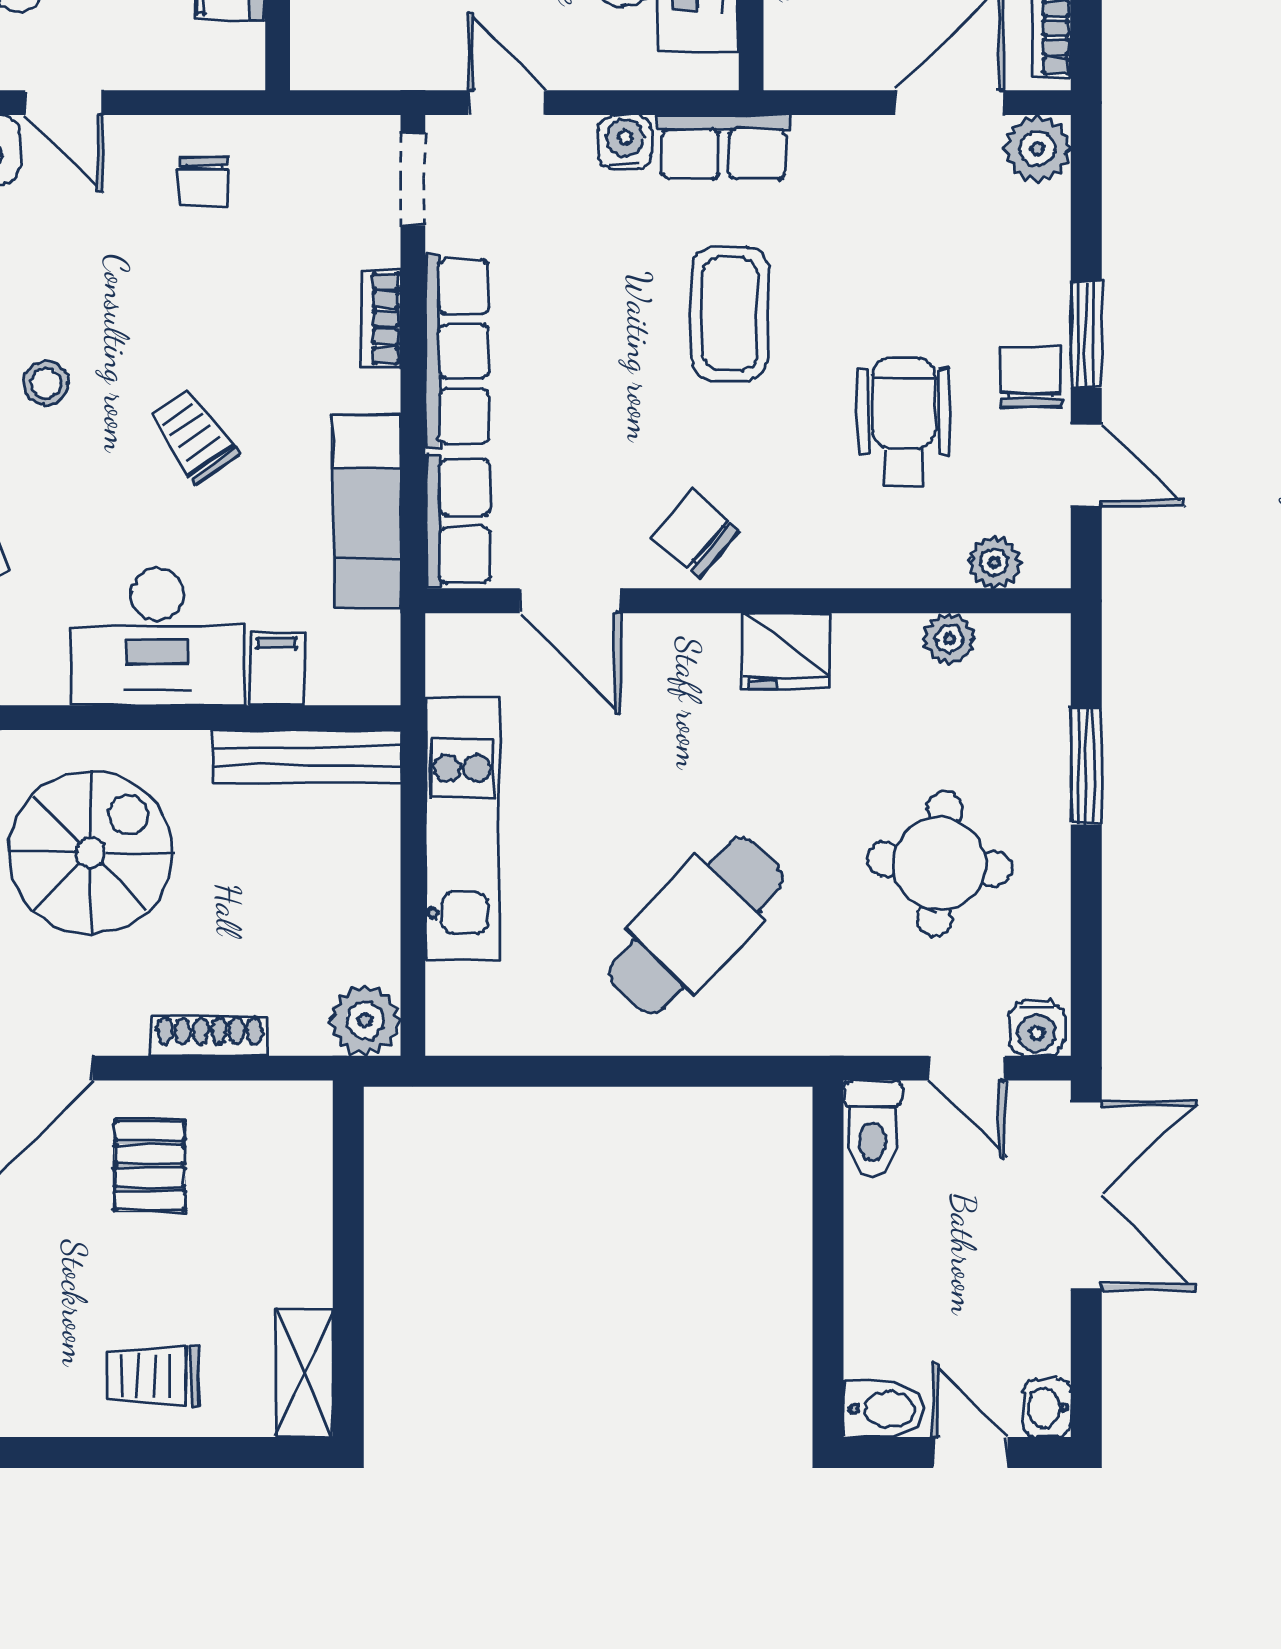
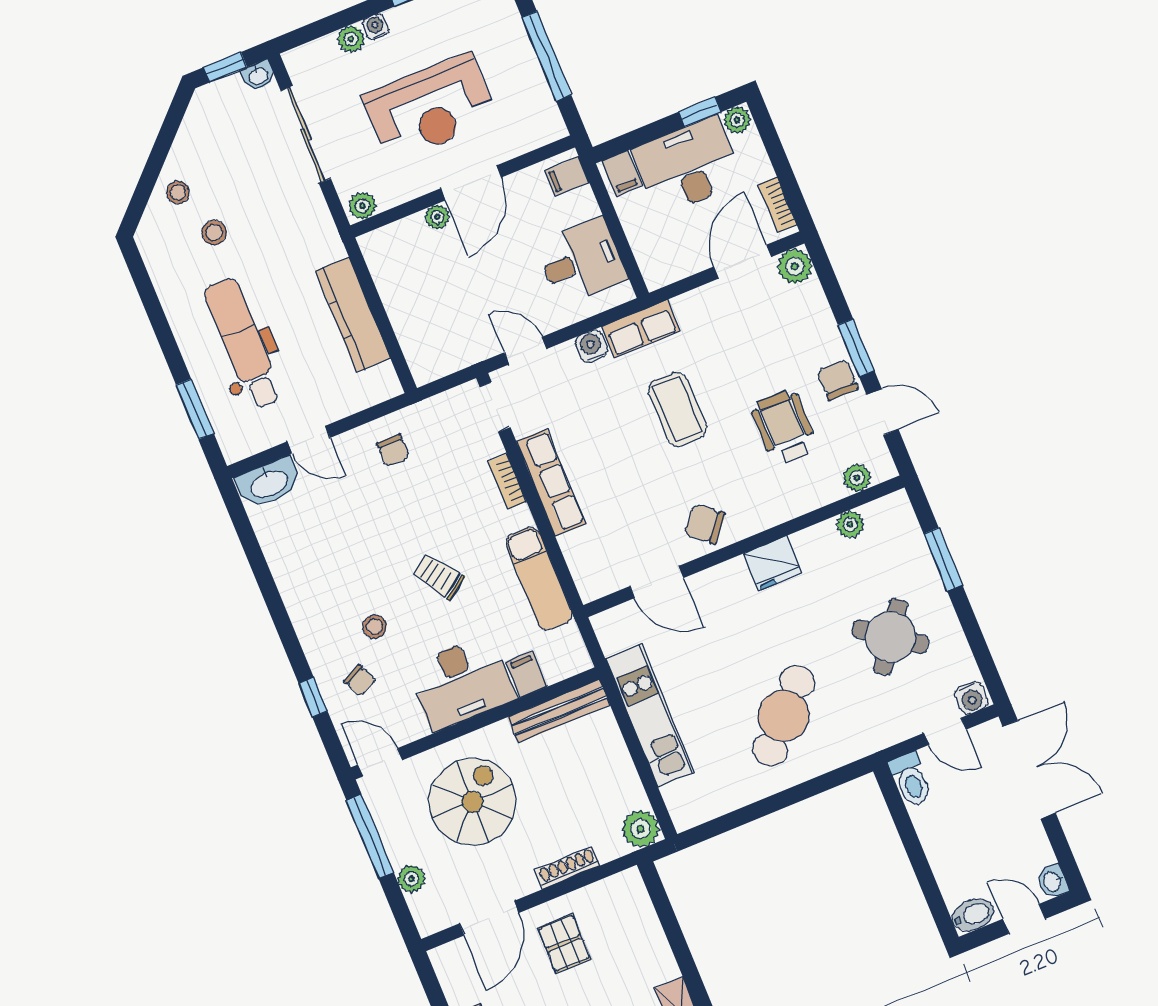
stool: (46, 383) -> (375, 627), moved
row of seats: (457, 521) -> (585, 566), removed
round table: (939, 864) -> (891, 637), turned 31

